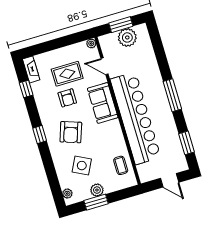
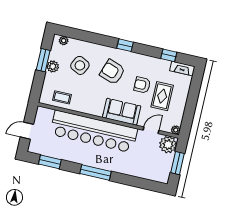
plant: (127, 37) -> (168, 145), moved

